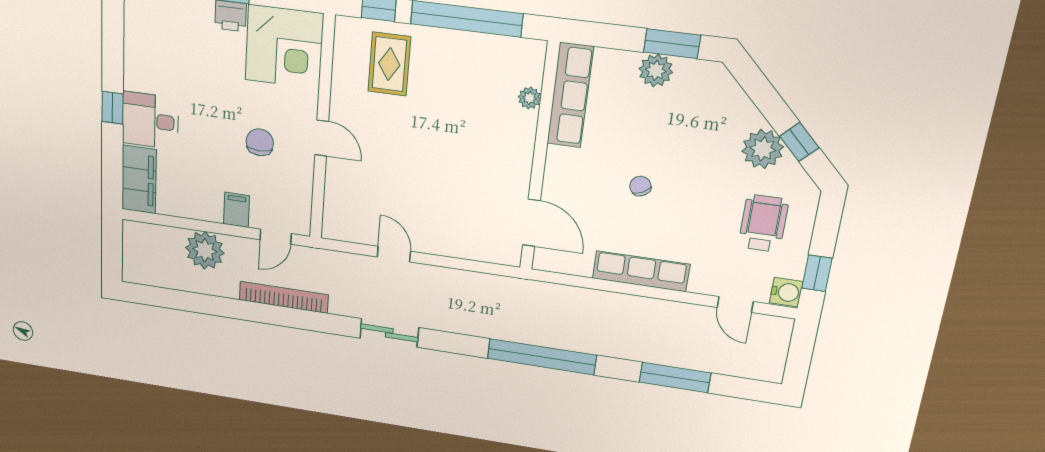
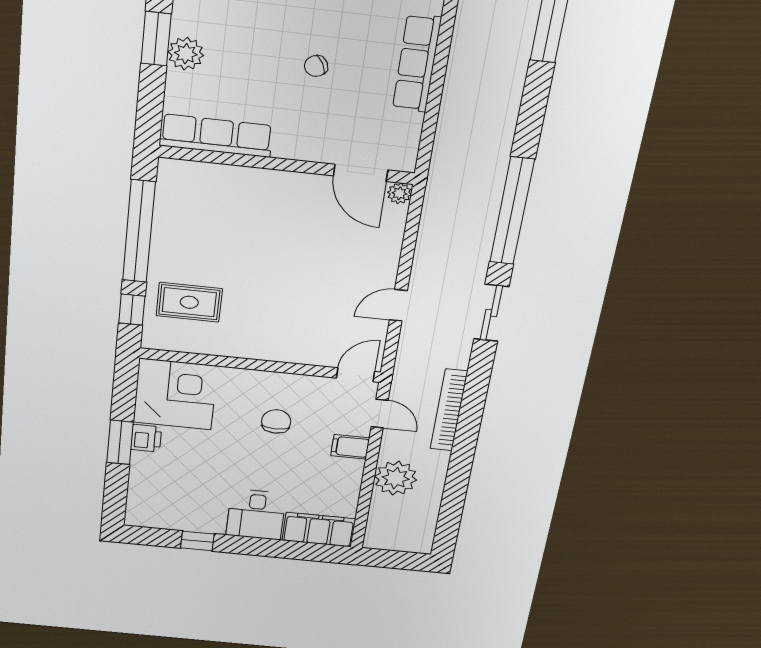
plant: (530, 98) -> (399, 193), moved
window: (112, 108) -> (197, 541), moved
door: (322, 138) -> (355, 375), moved
chair: (260, 142) -> (276, 421), turned 90
door: (531, 223) -> (361, 173), swing flipped
window: (542, 357) -> (512, 211), moved

